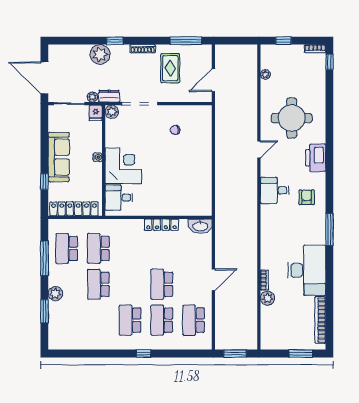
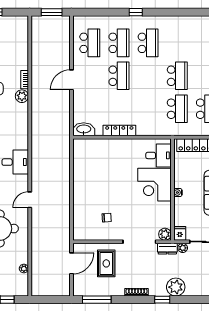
rug: (170, 68) -> (106, 263), moved
plant: (267, 298) -> (22, 96), moved

